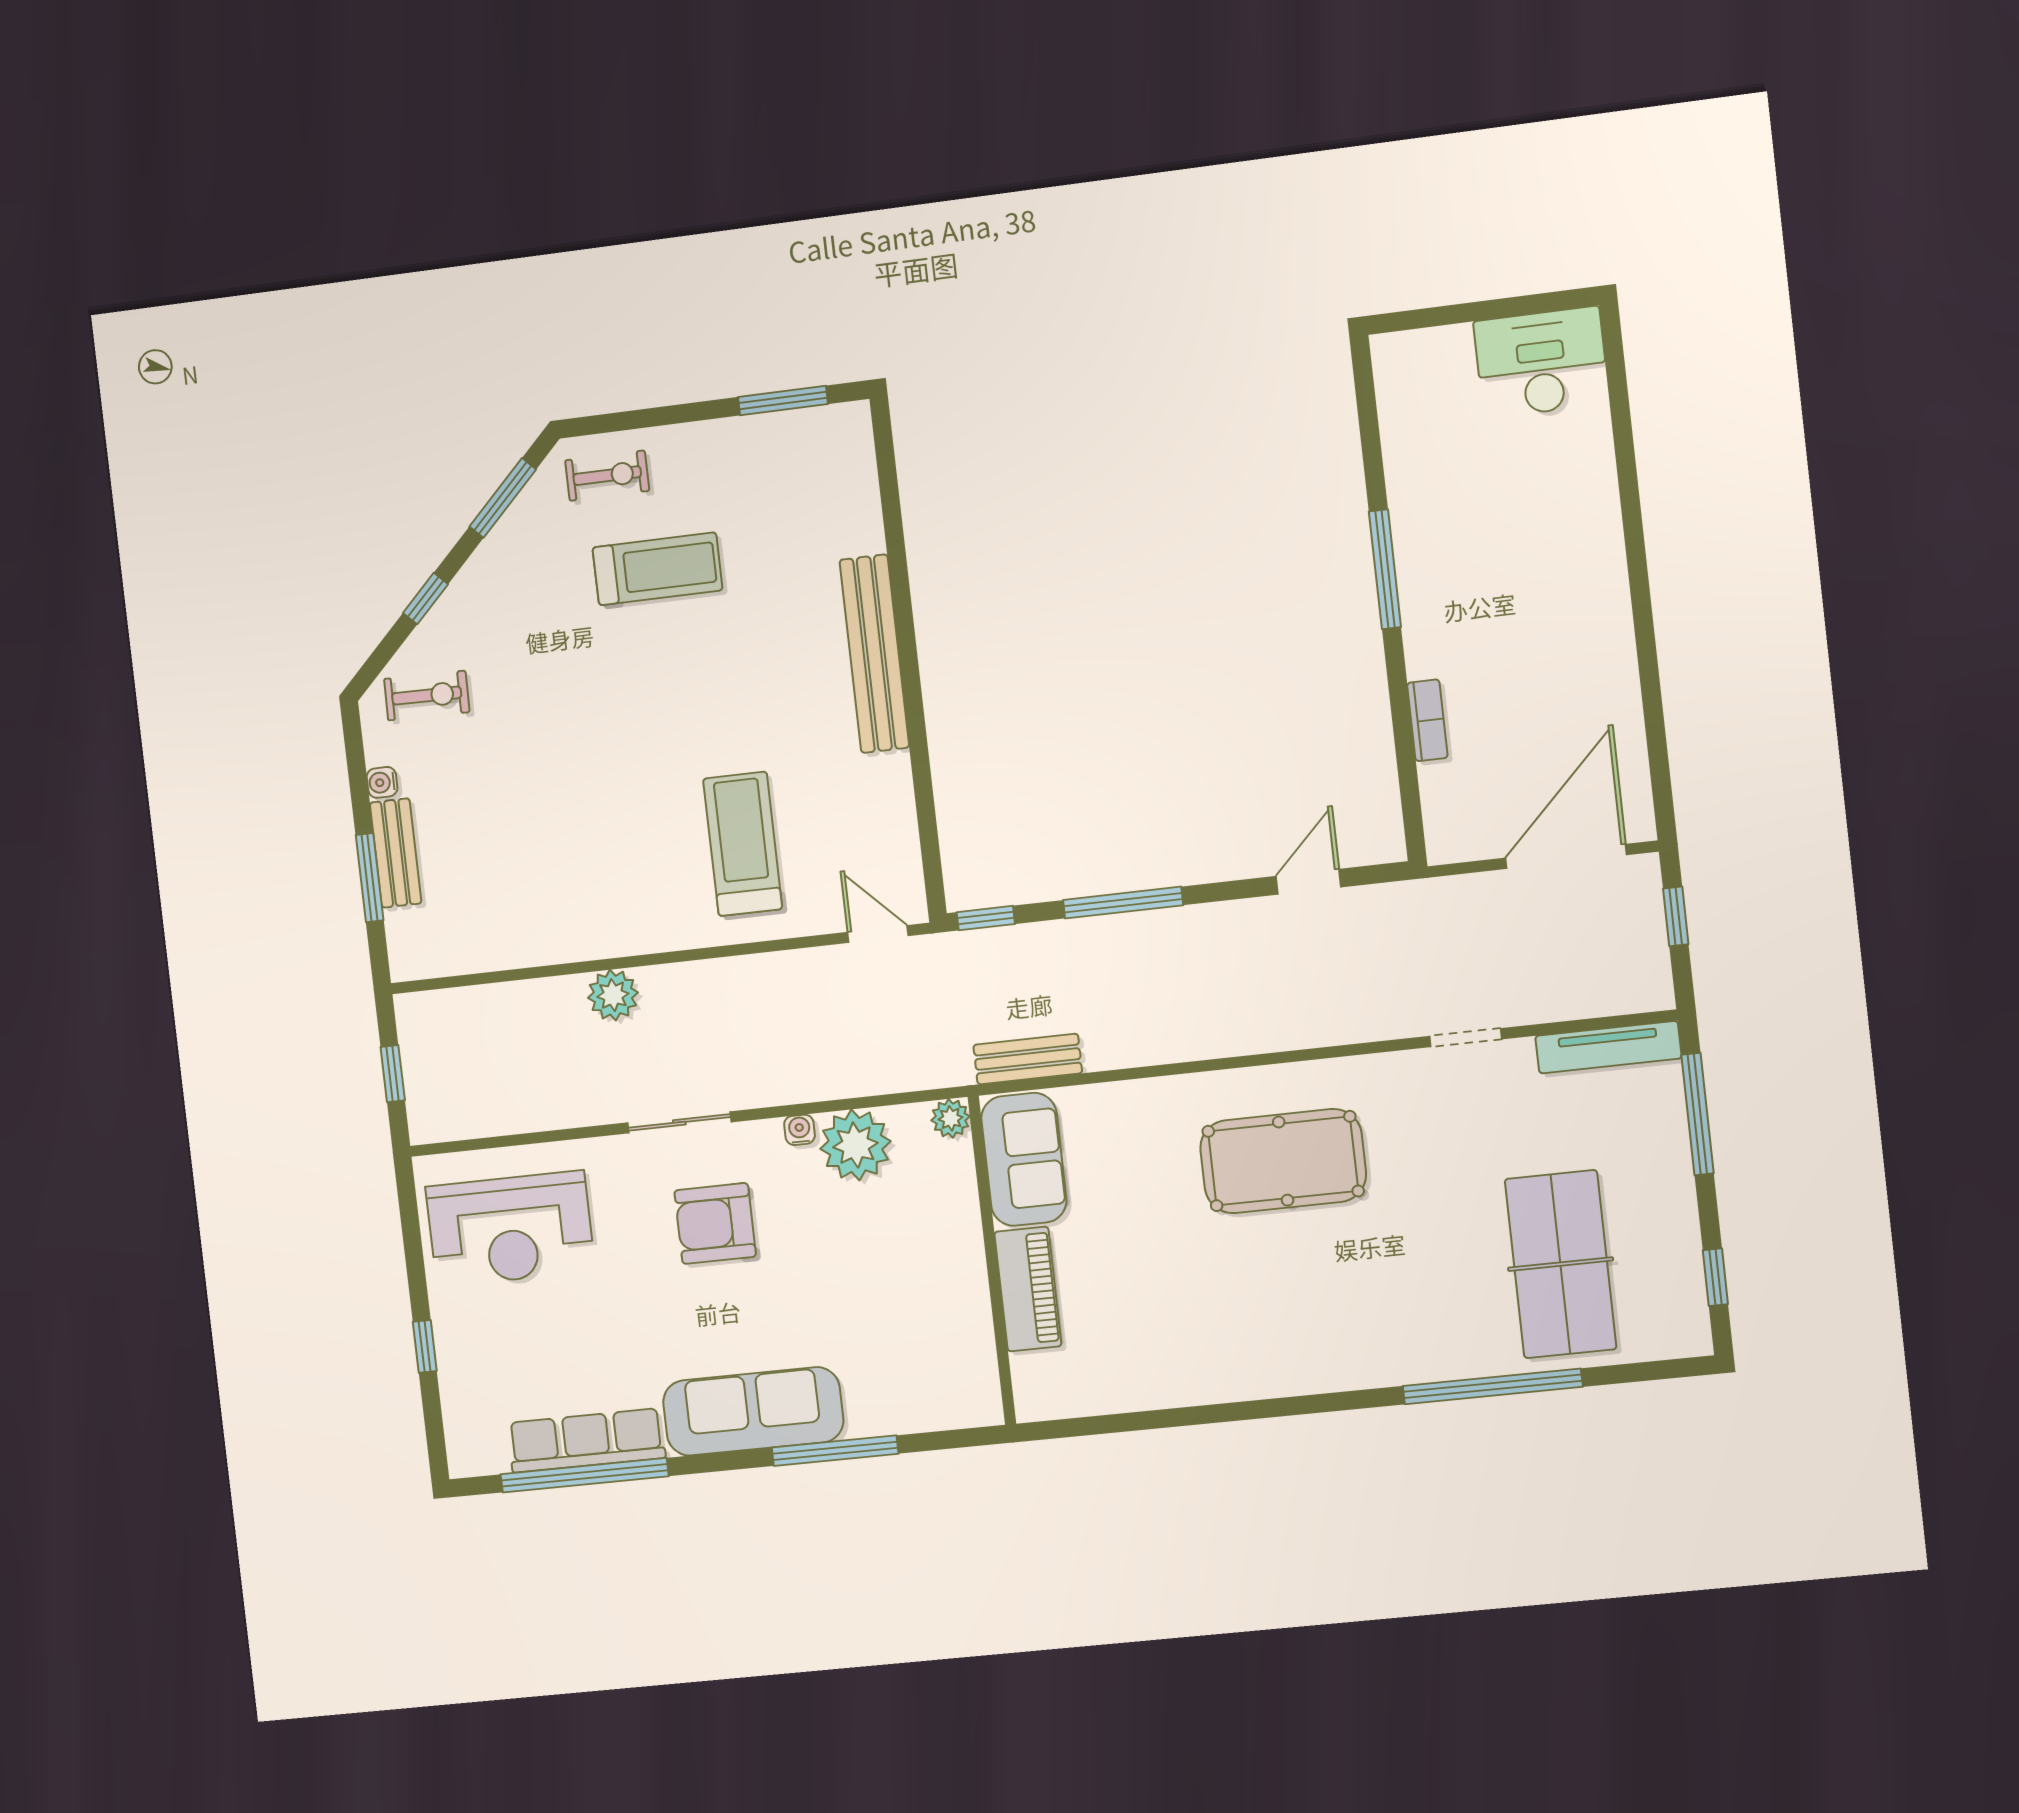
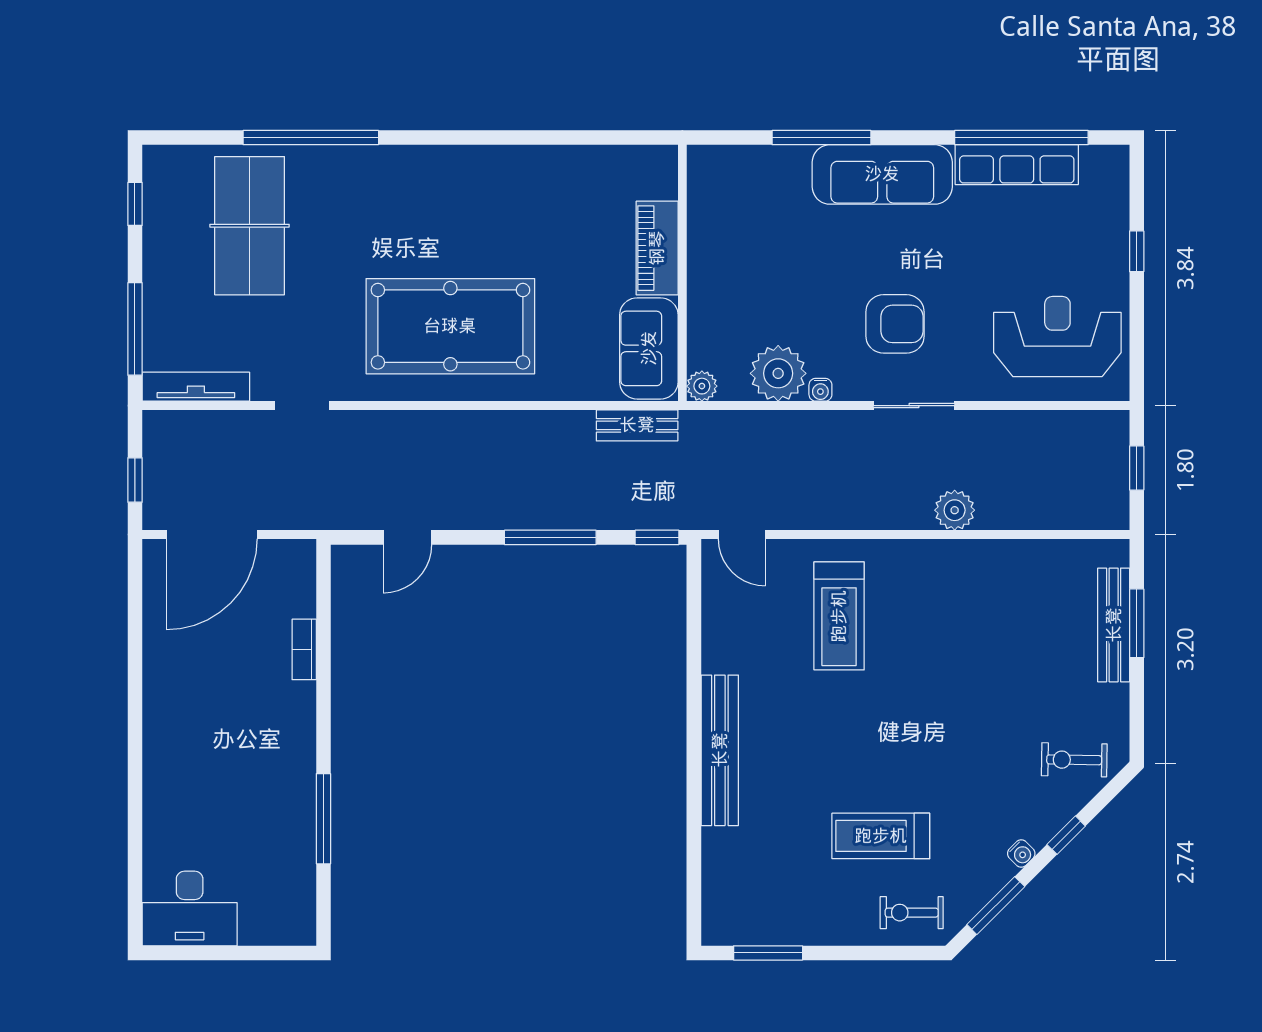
window: (1385, 569) -> (323, 819), moved
water cooler: (382, 782) -> (1021, 853), moved, turned 45
bench: (396, 853) -> (1114, 625), width x1.36
pool table: (1283, 1161) -> (450, 326), width x1.36, depth x1.32

